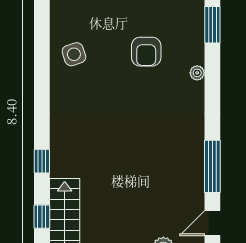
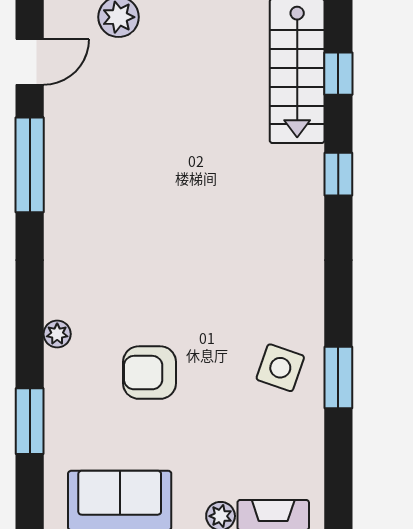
window: (42, 49) -> (338, 378), added
armchair: (146, 52) -> (149, 373), turned -90
side table: (74, 54) -> (280, 368), turned 37

